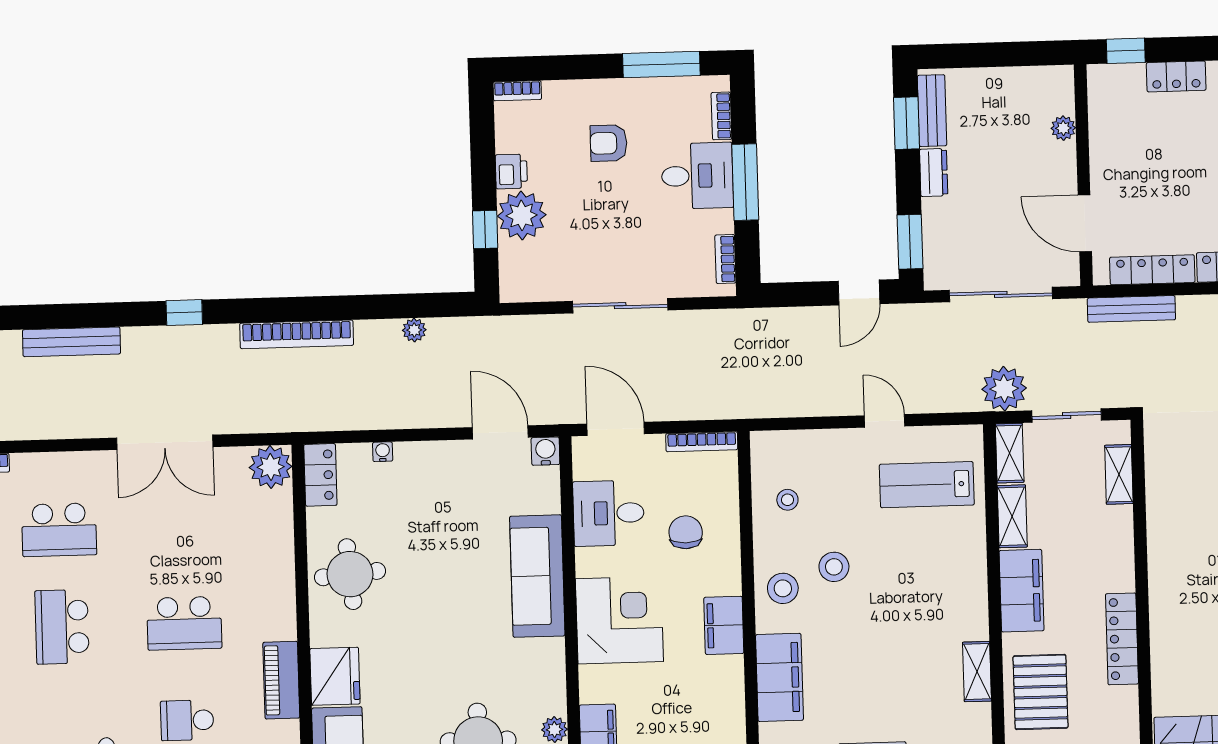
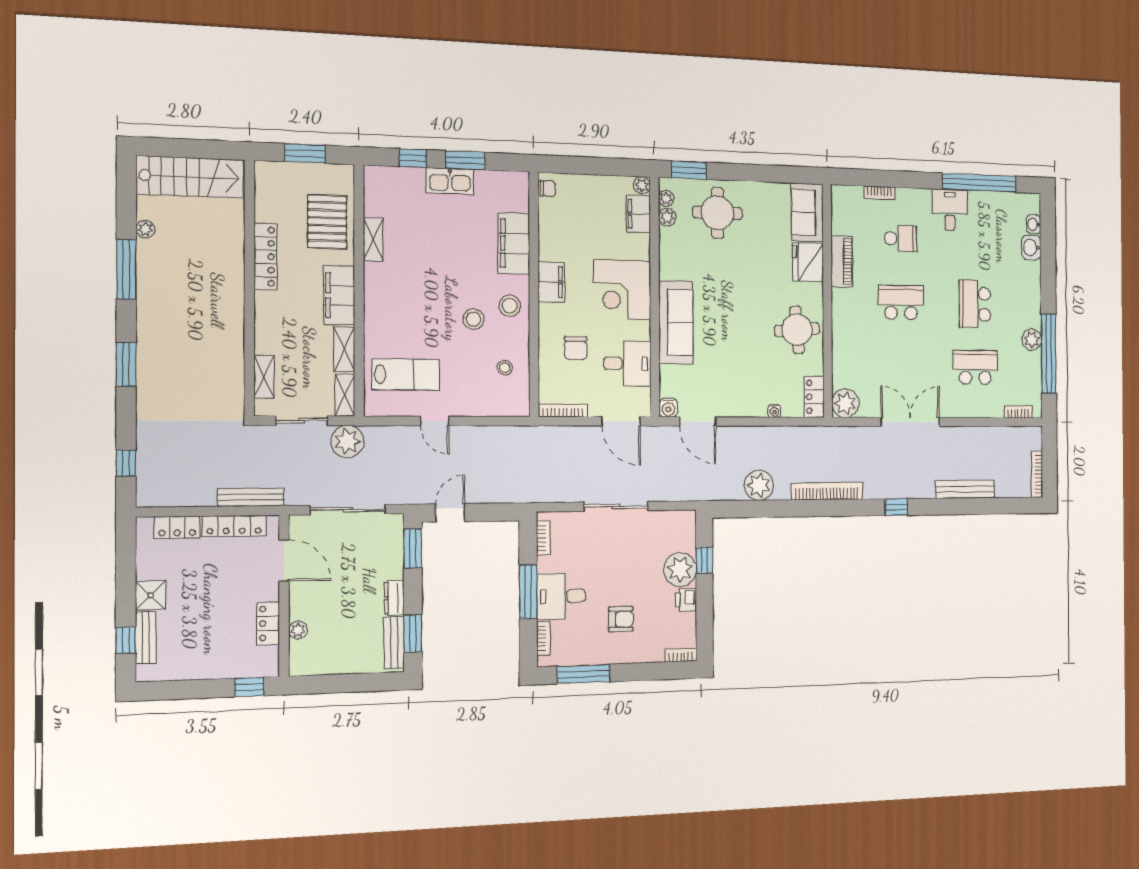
locker: (1176, 76) -> (268, 623), moved, turned -90
plant: (414, 330) -> (759, 485), width x1.88, depth x1.88
school desk: (62, 627) -> (975, 304), turned 180

